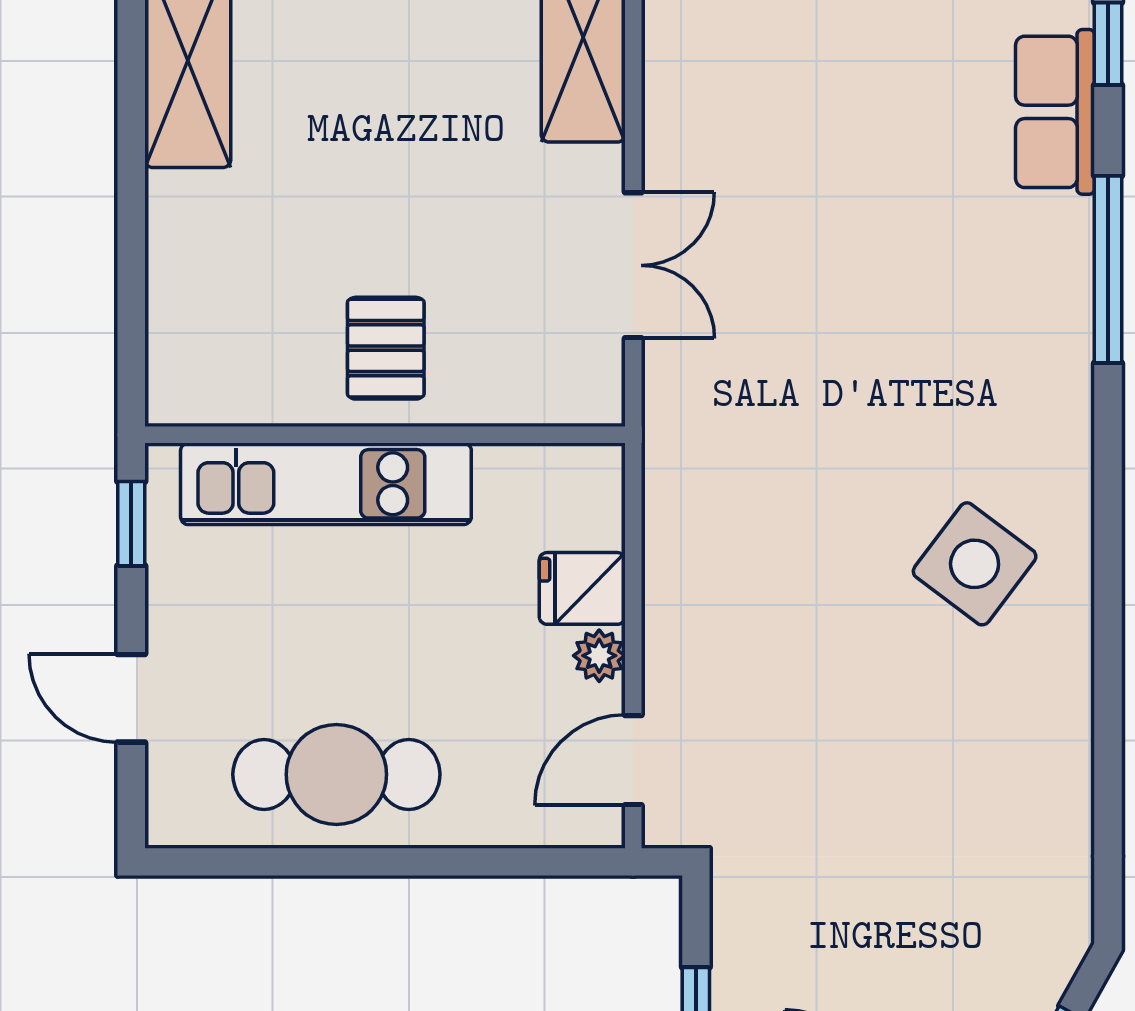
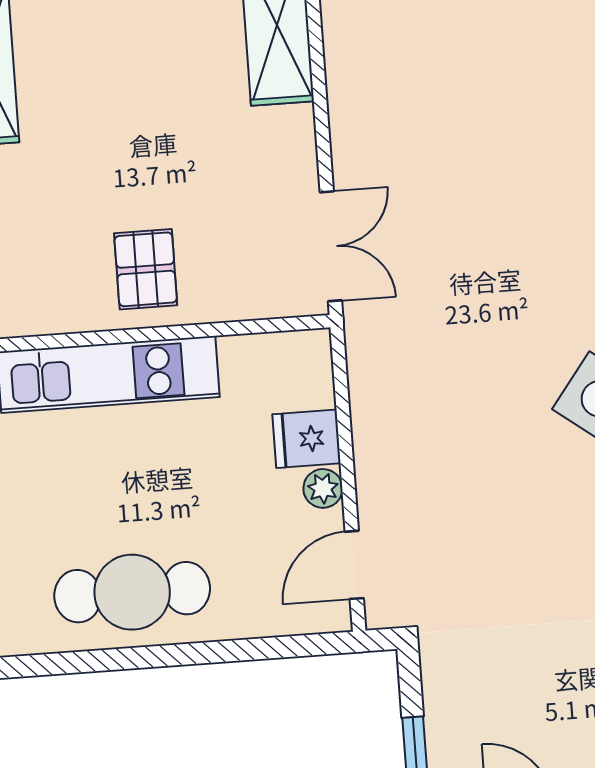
double door: (633, 265) -> (331, 246), moved

